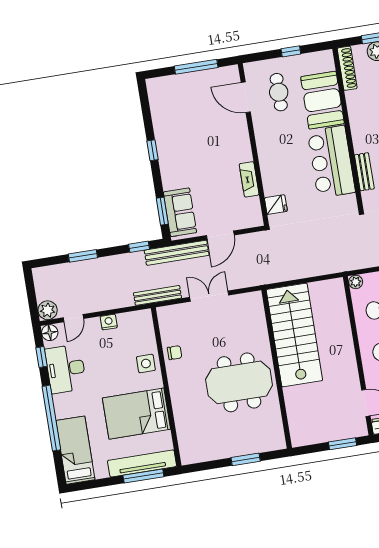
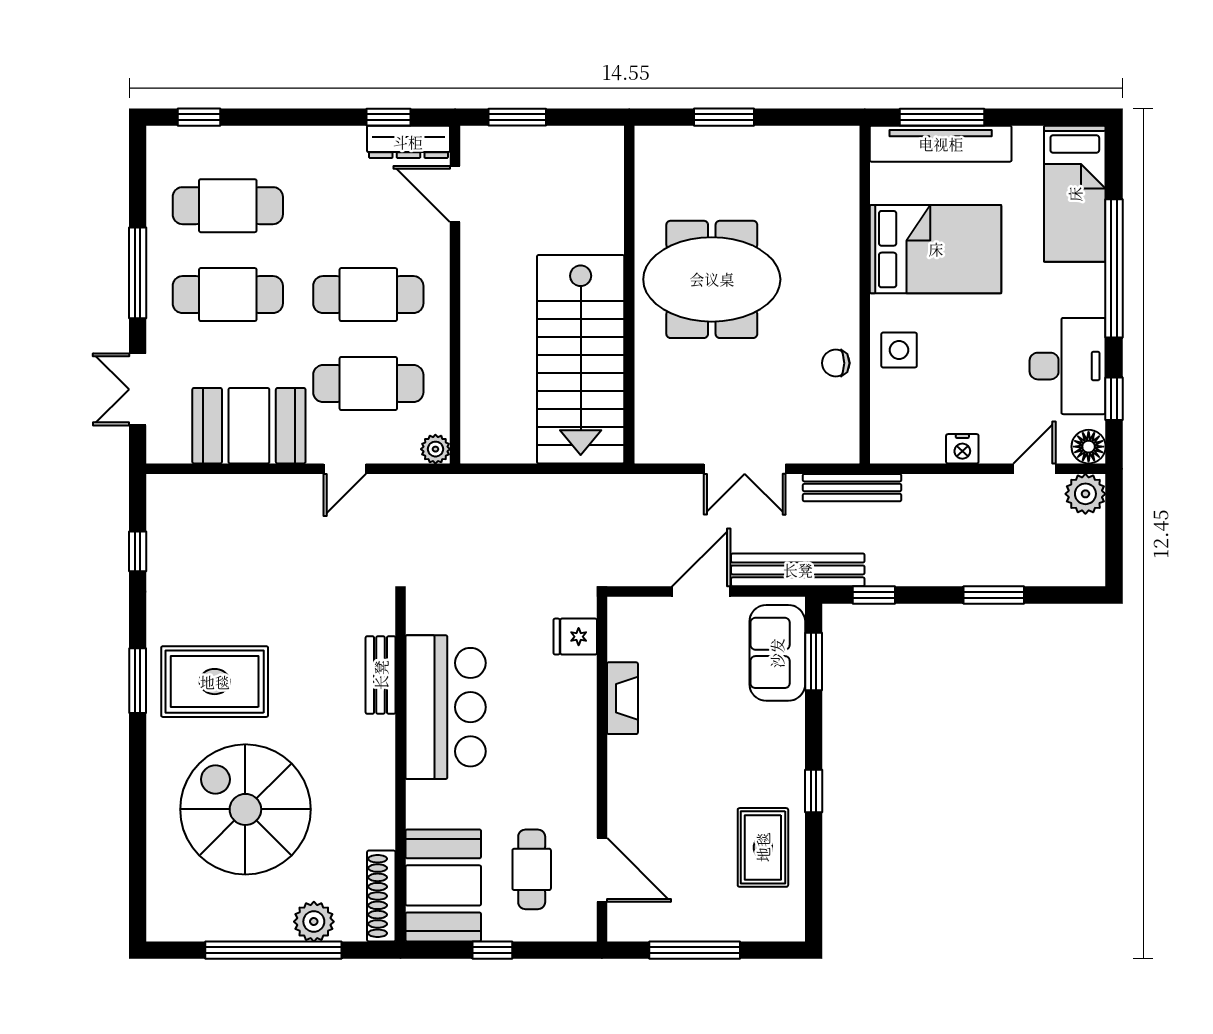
booth: (322, 100) -> (443, 885), moved
rug: (172, 120) -> (763, 847), added

